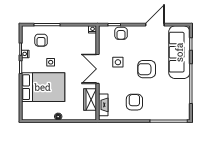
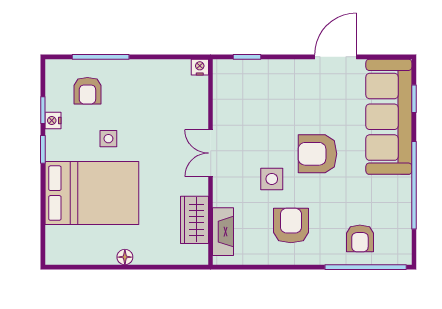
armchair: (121, 33) -> (360, 238), moved
side table: (118, 62) -> (272, 179), moved
double door: (97, 69) -> (211, 153), width x0.73

